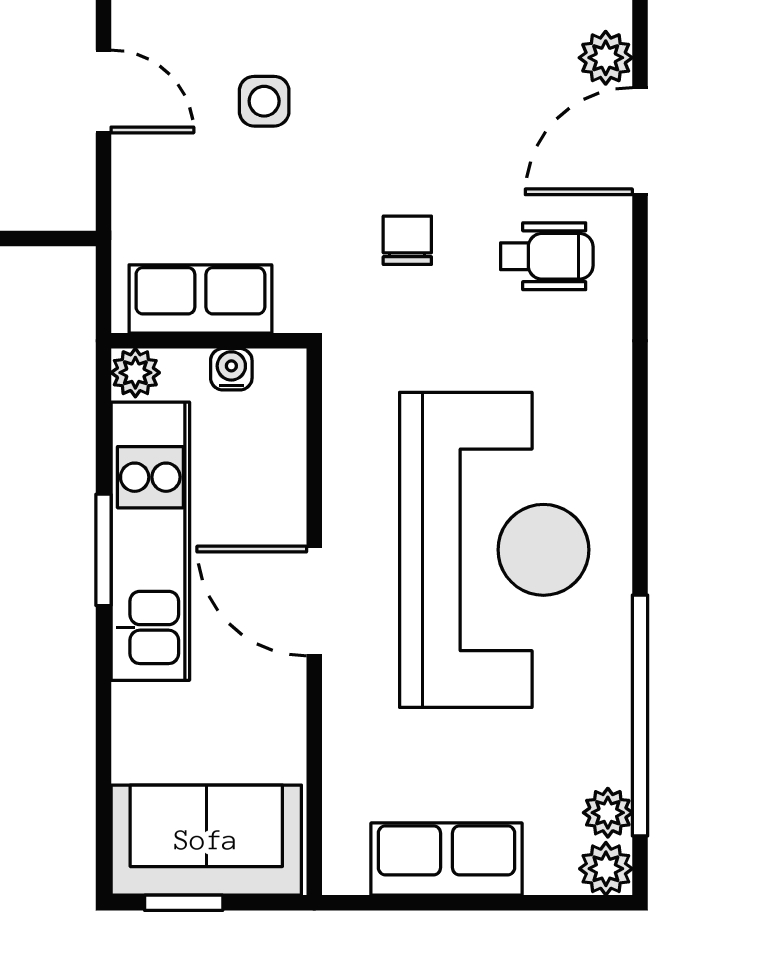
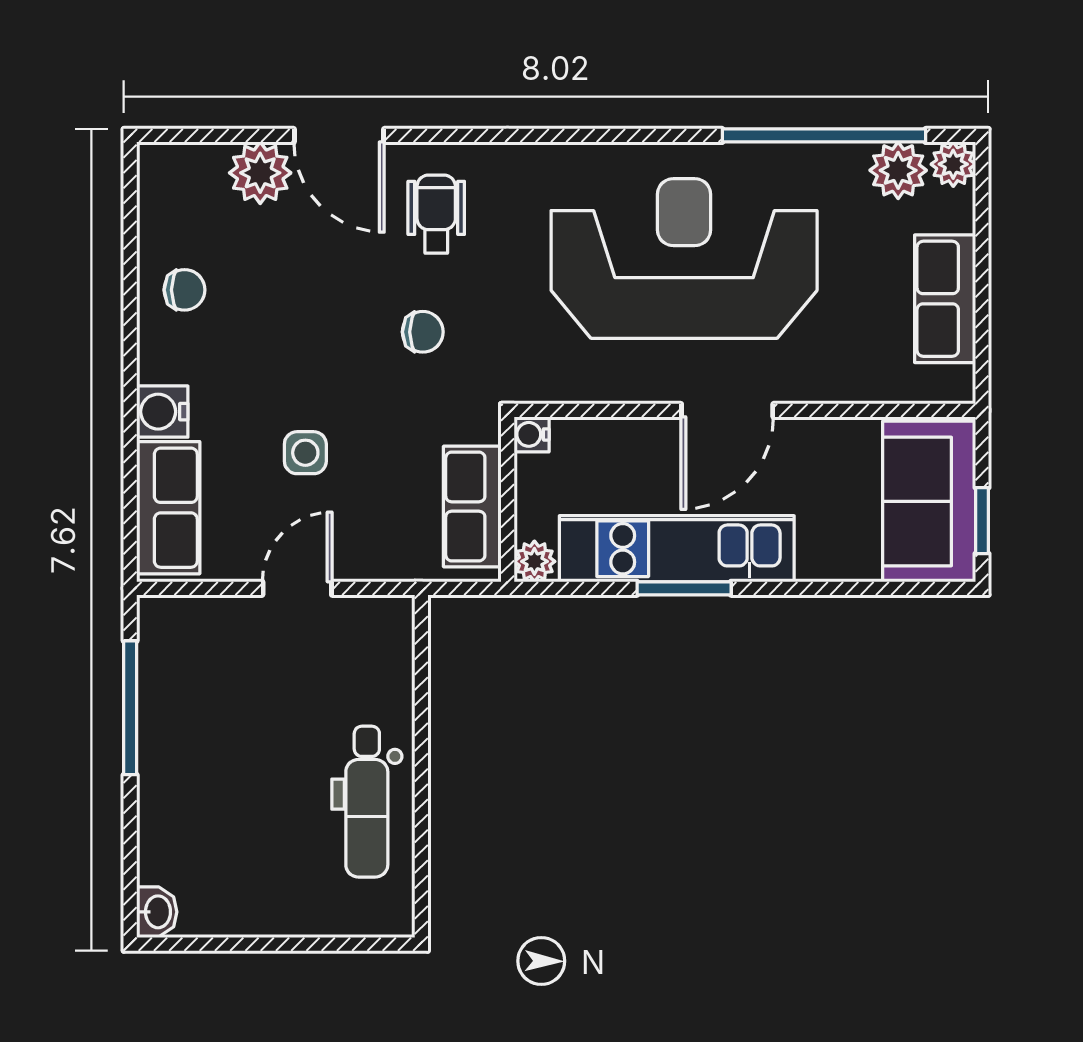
plant: (606, 58) -> (260, 173), width x1.38, depth x1.38
chair: (407, 240) -> (423, 332), turned 180
water cooler: (231, 369) -> (532, 434), moved
plant: (608, 813) -> (898, 170), width x1.38, depth x1.38

